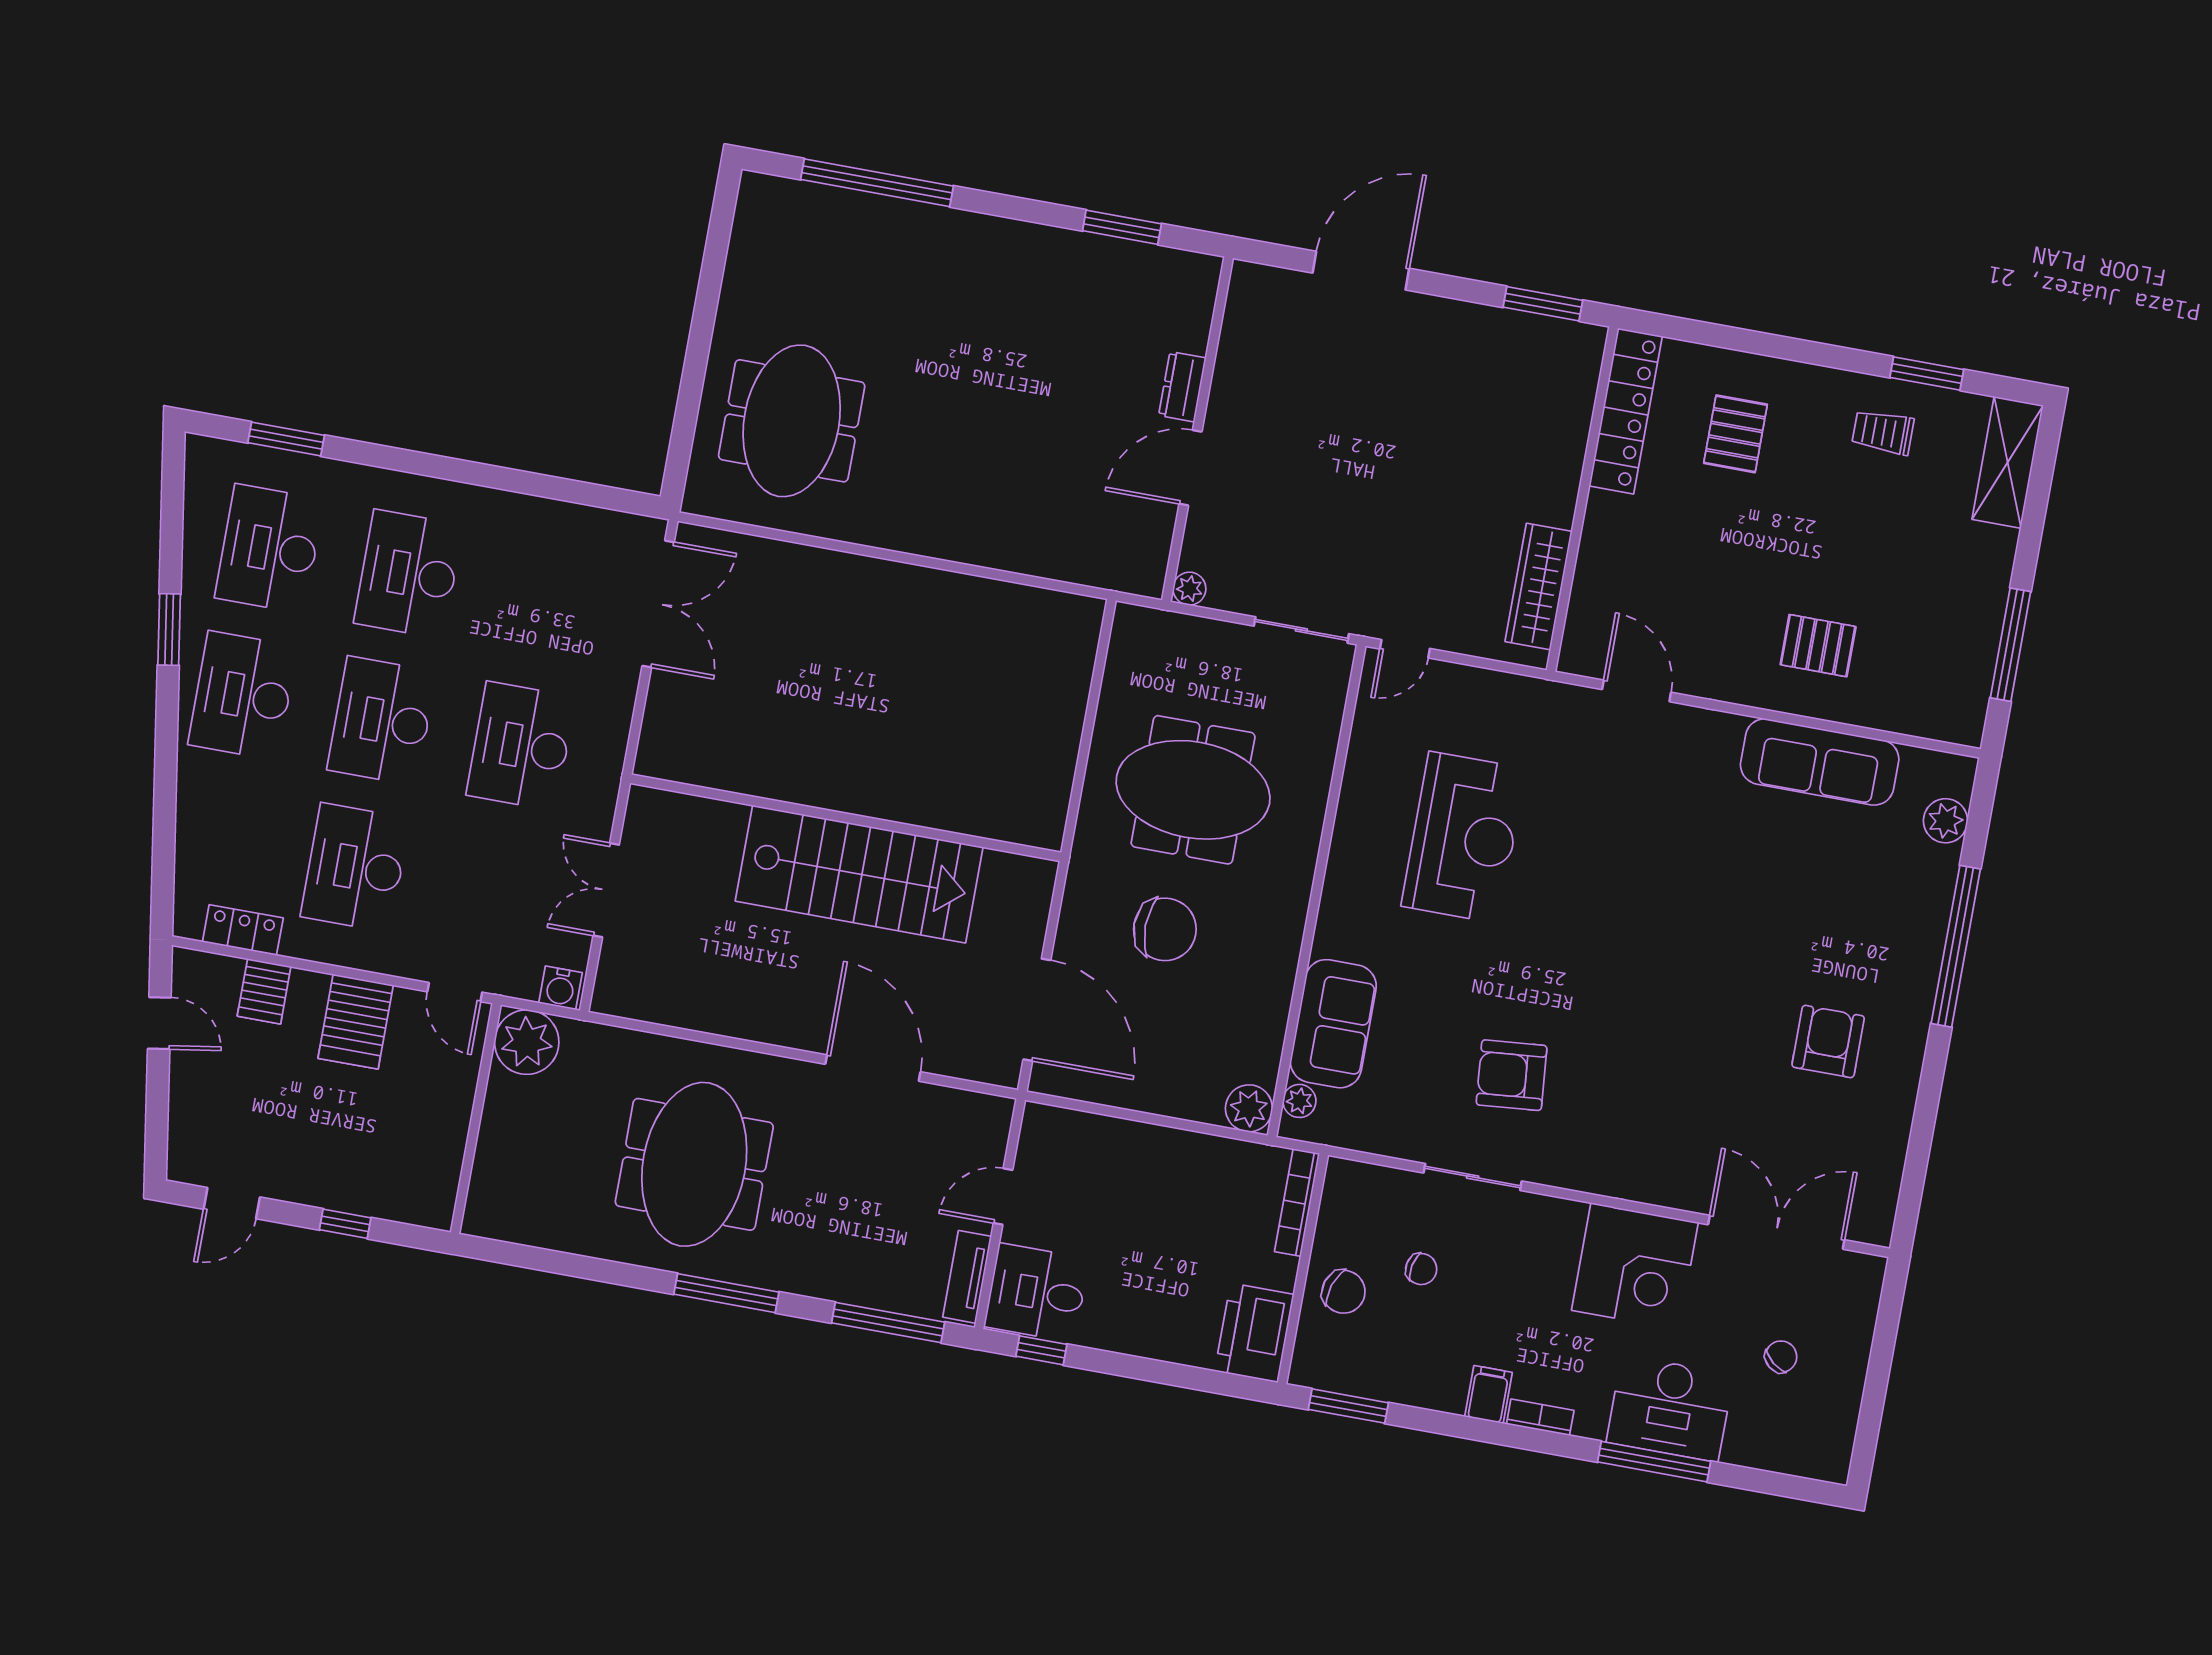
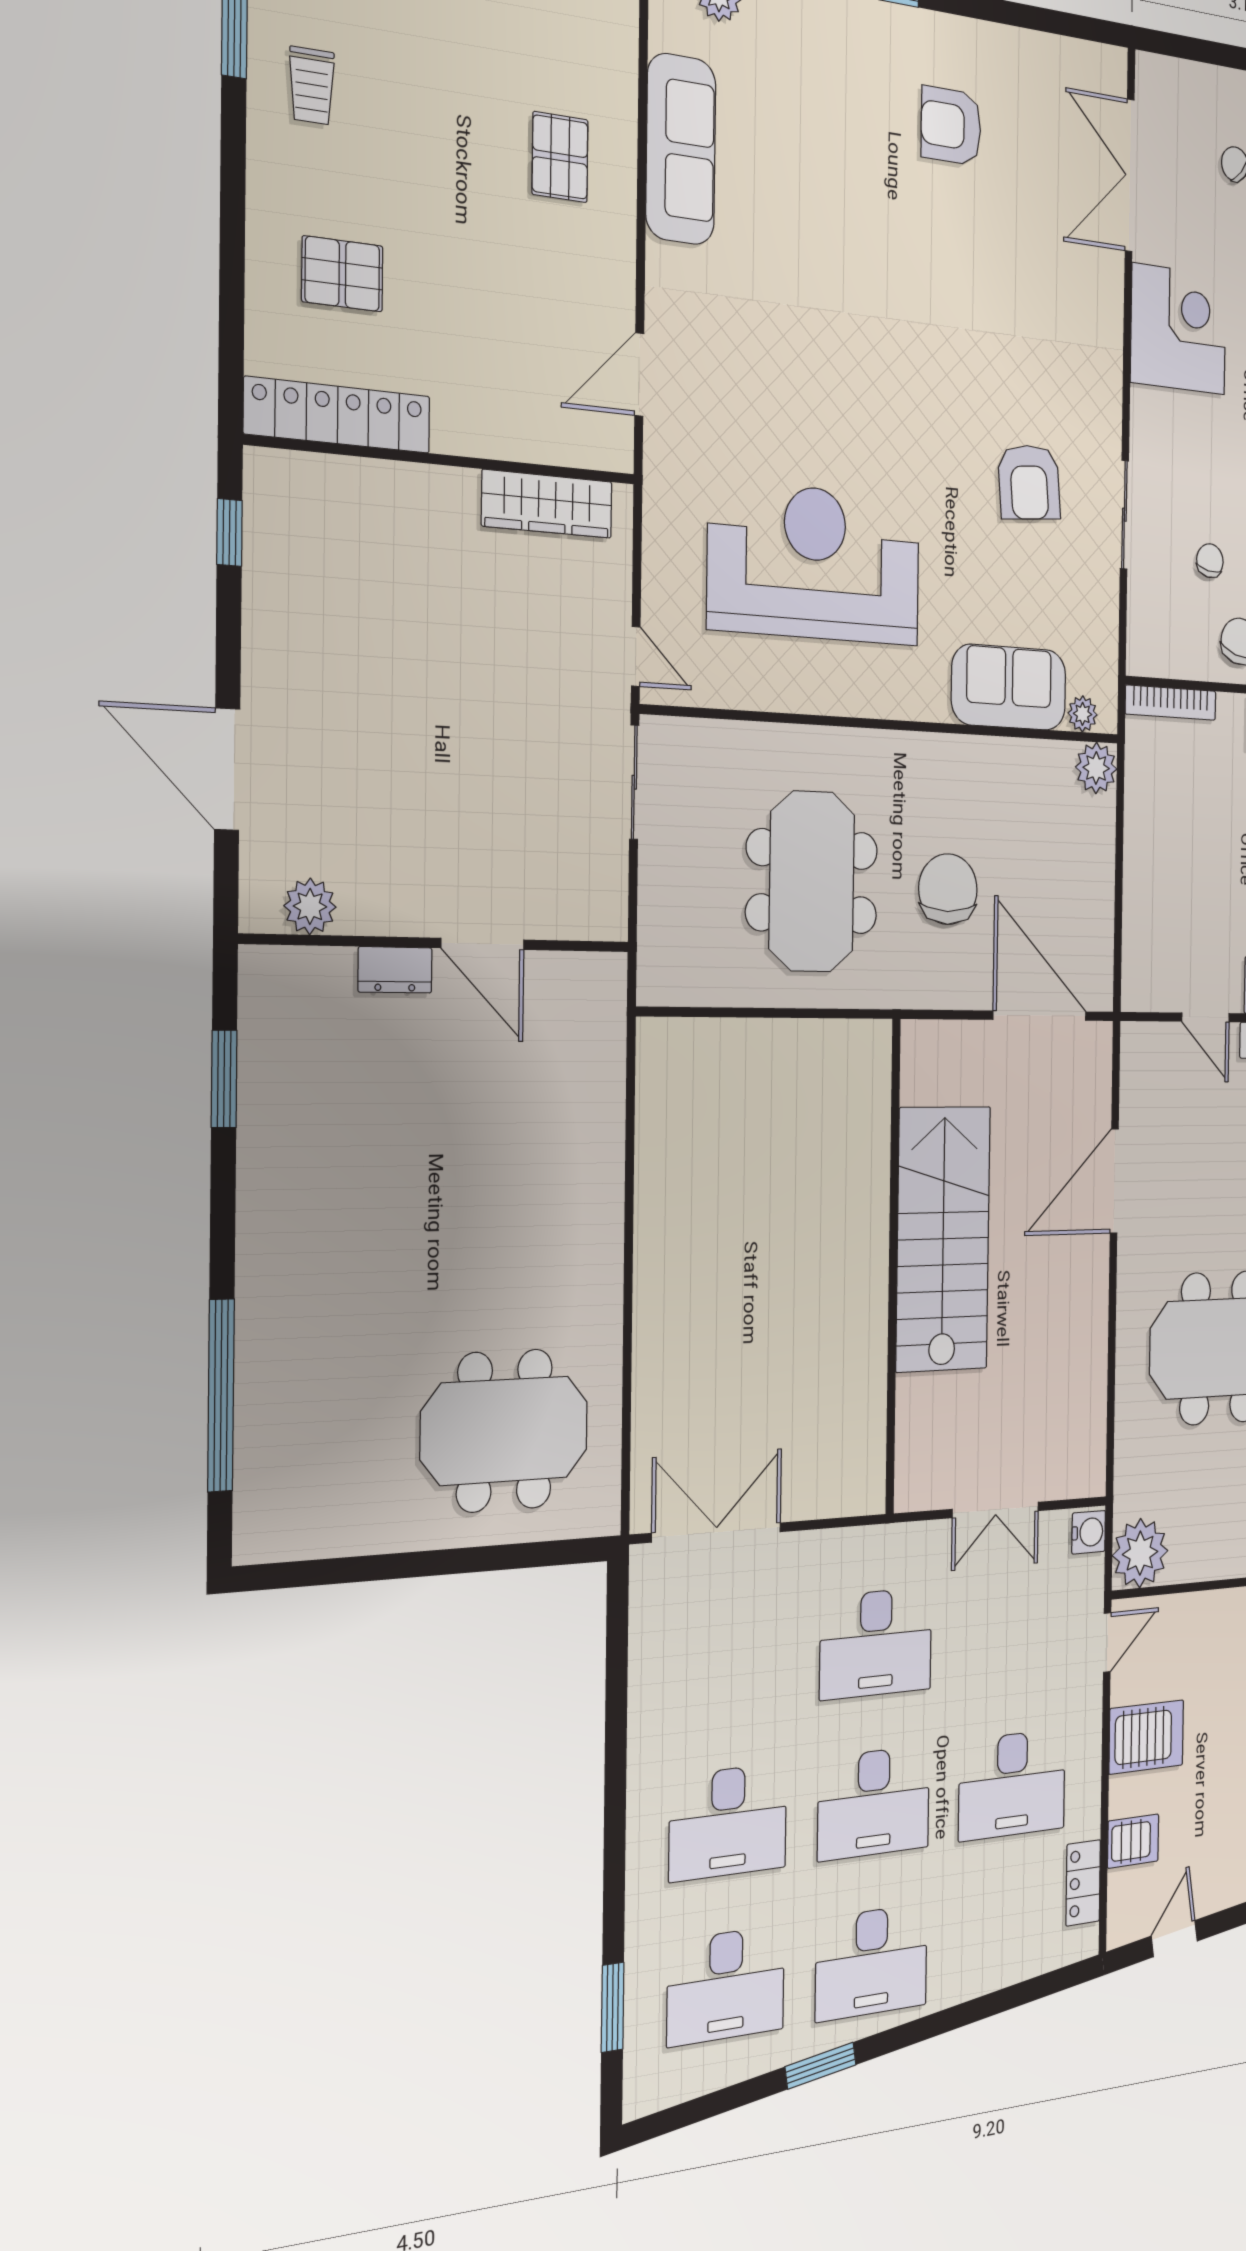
window: (1543, 304) -> (229, 532), width x0.67
plant: (1189, 589) -> (310, 906), moved, width x1.38, depth x1.38
reception desk: (1464, 837) -> (814, 563), width x1.36, depth x1.30
door: (1037, 1010) -> (1040, 1016), hinge flipped

